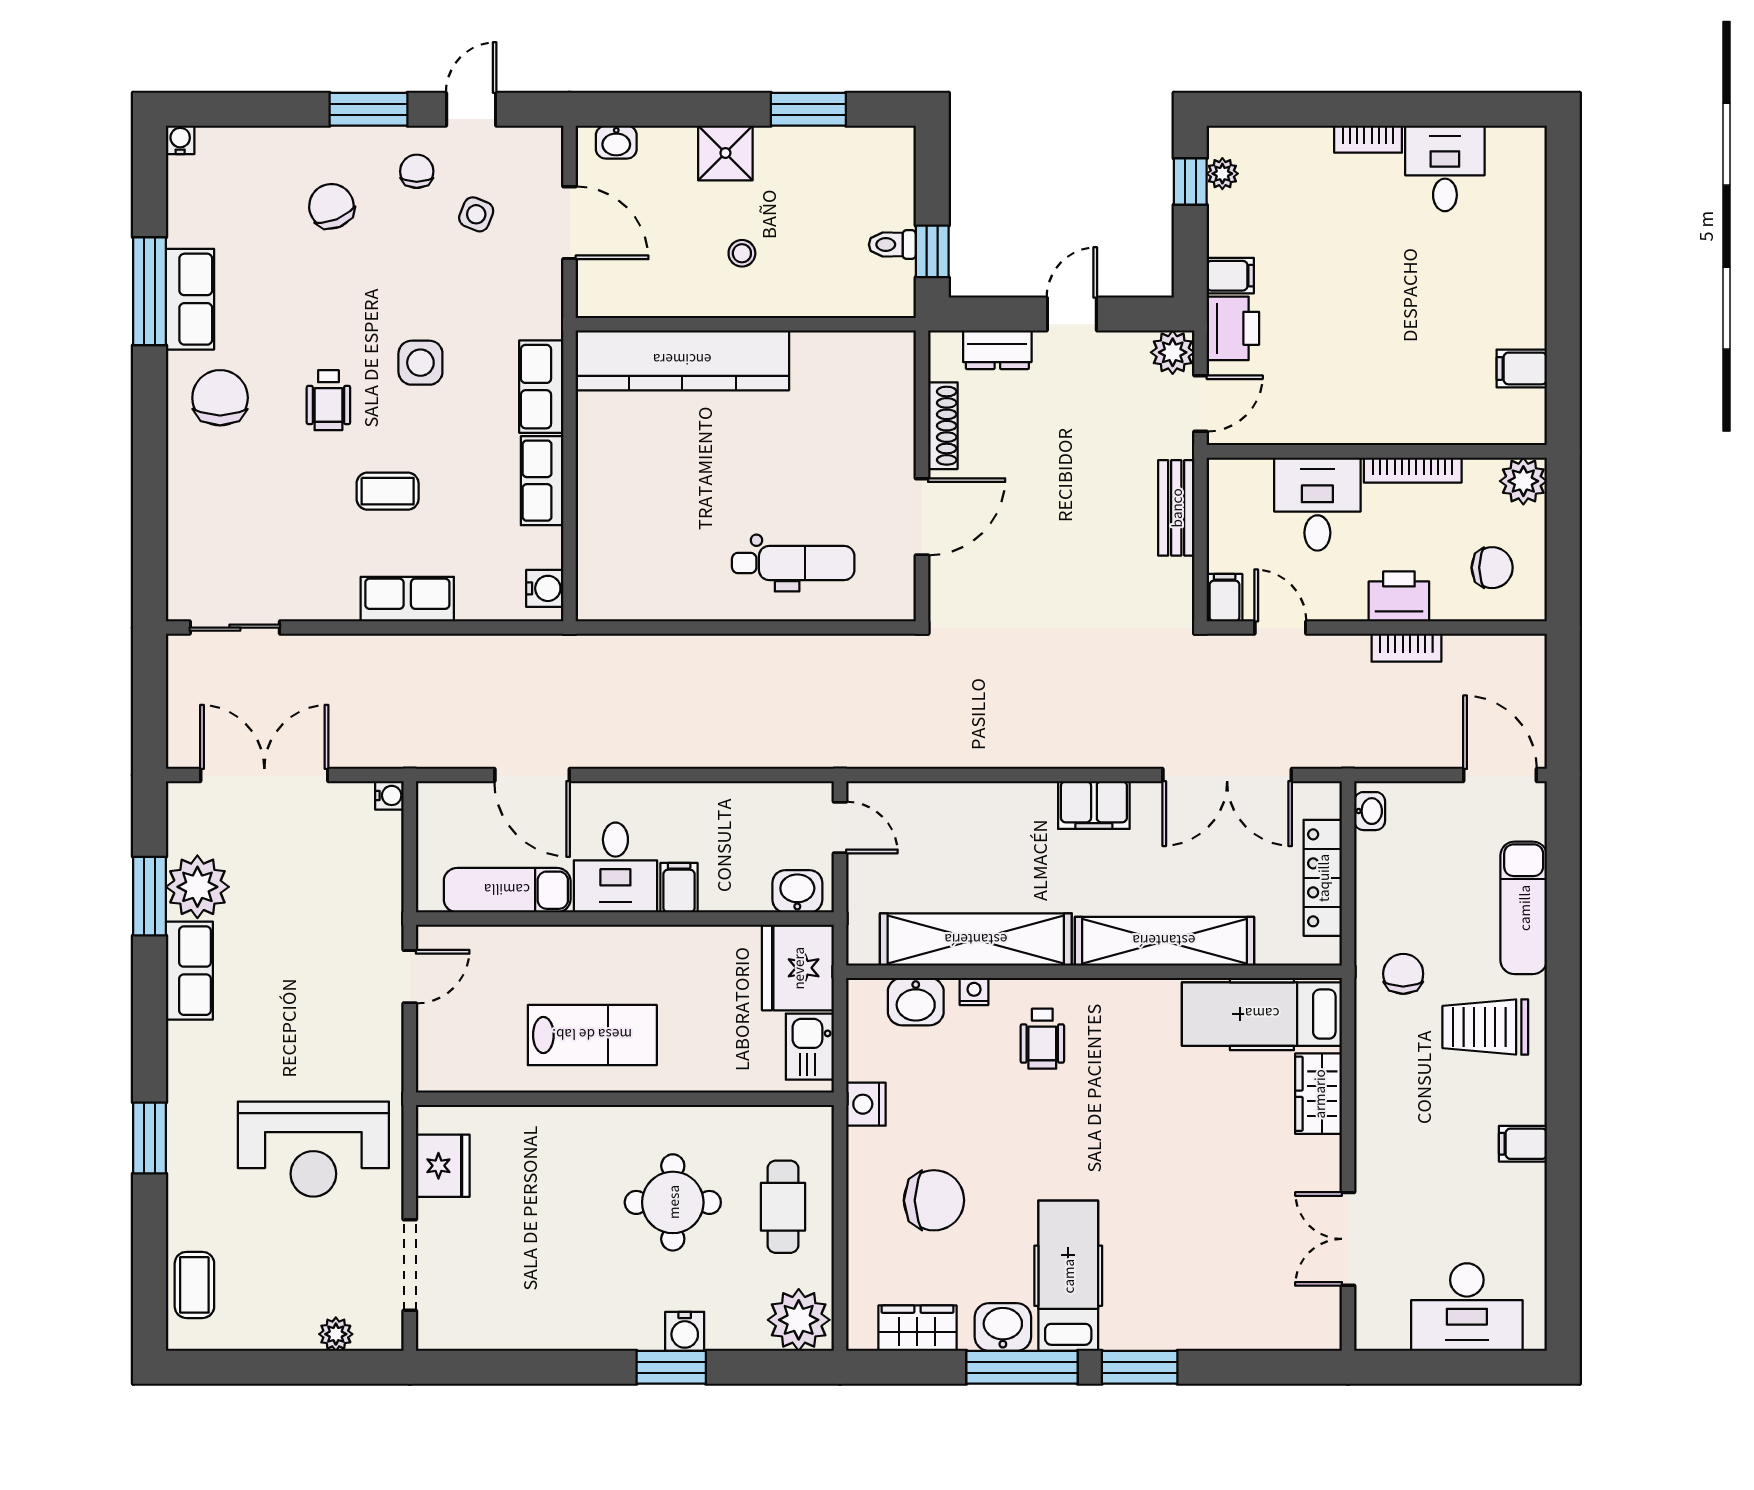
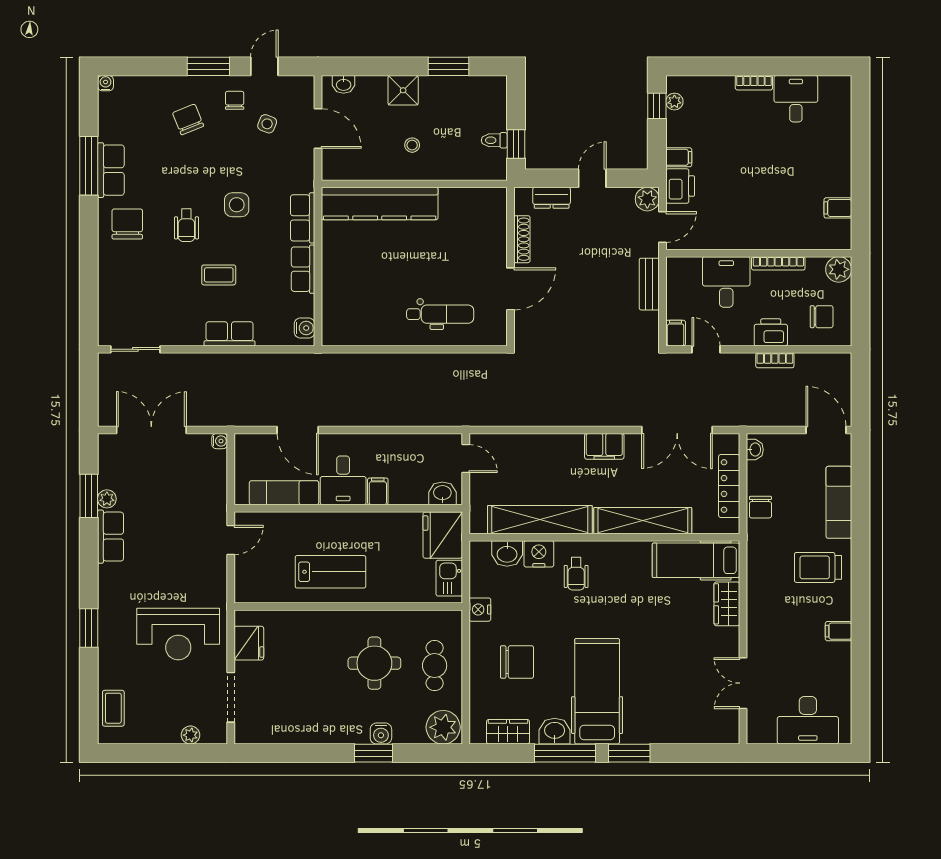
plant: (197, 887) -> (107, 499), width x0.53, depth x0.53
chair: (1403, 974) -> (760, 507), moved, turned 180
nightstand: (974, 991) -> (539, 554), width x1.89, depth x1.79
hospital bed: (1068, 1276) -> (597, 691), width x1.37, depth x1.29

